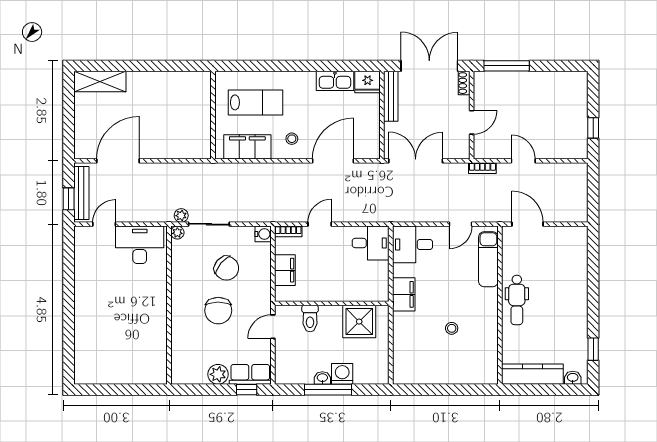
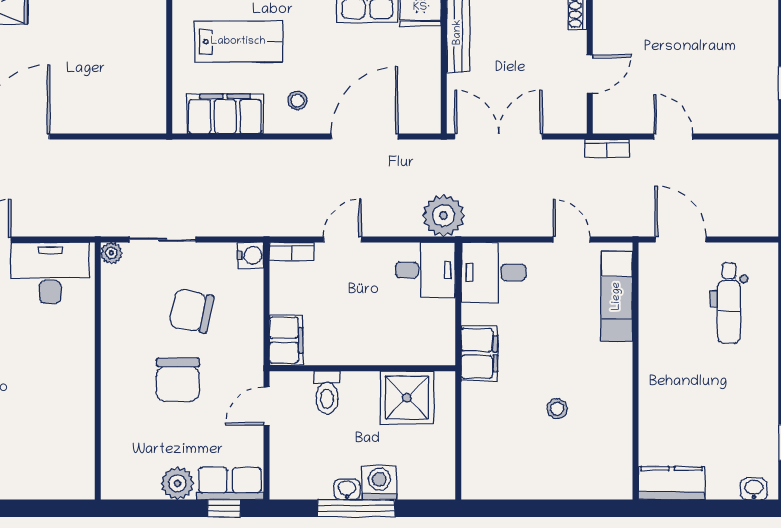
plant: (181, 216) -> (443, 216), moved, width x1.88, depth x1.88
door: (461, 224) -> (572, 240), swing flipped
chair: (227, 268) -> (191, 311), turned 152
filing cabinet: (285, 270) -> (286, 340), moved
dental chair: (517, 300) -> (729, 303), moved
kitchen counter: (532, 374) -> (672, 483), width x0.67

